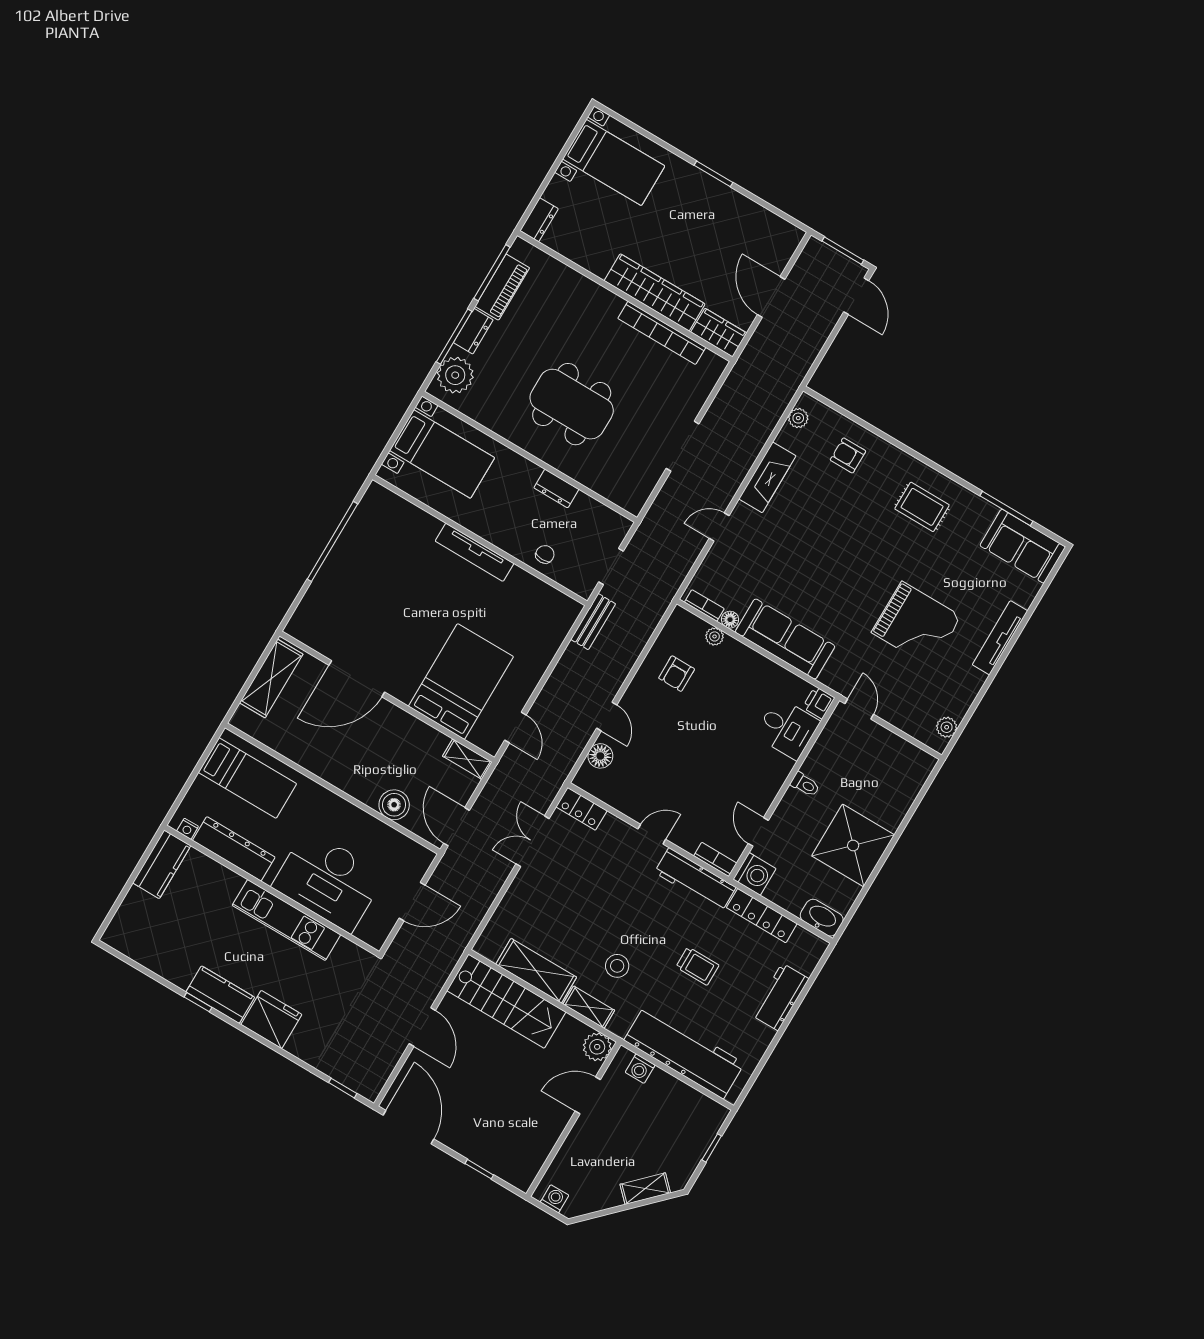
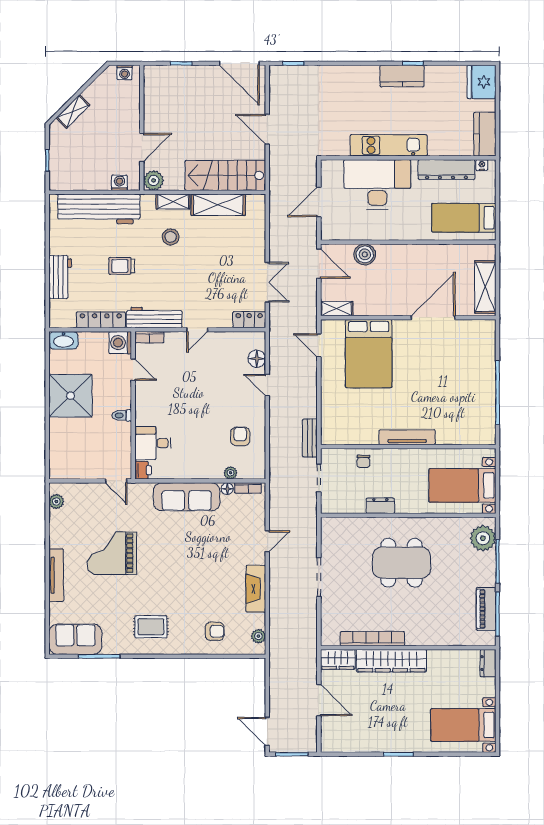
dresser: (473, 331) -> (488, 571), removed
fridge: (271, 1019) -> (482, 82), moved, turned 90

